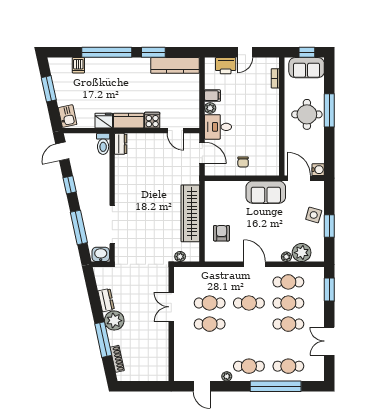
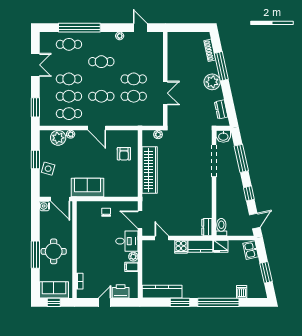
dresser: (106, 300) -> (221, 109), moved
cafe table: (249, 366) -> (101, 62), moved

